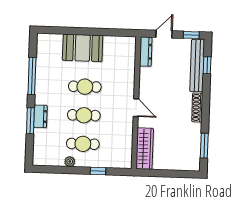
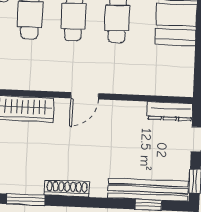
shoe rack: (197, 107) -> (67, 189), moved

